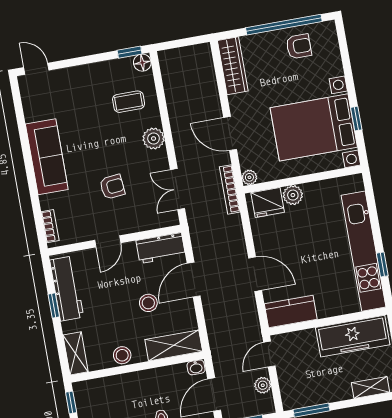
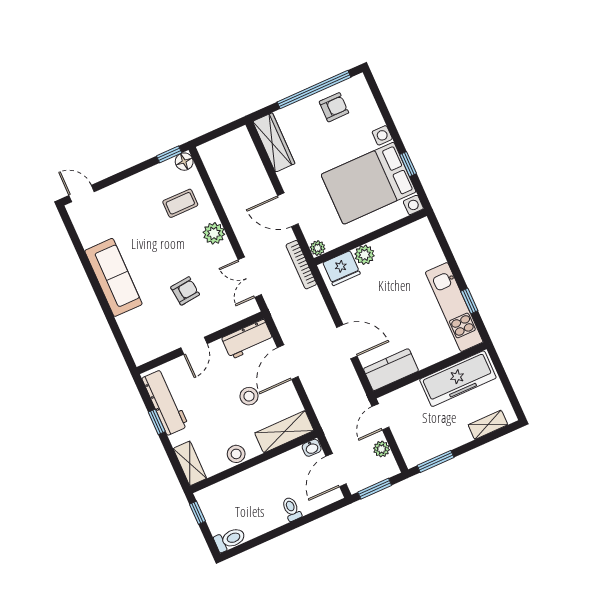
bookcase: (50, 226) -> (134, 345), removed
kitchen unit: (364, 251) -> (454, 307), width x0.73

